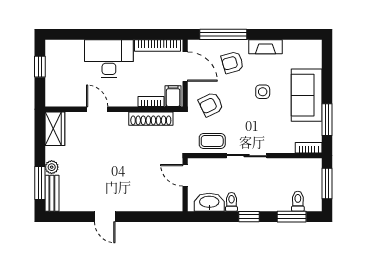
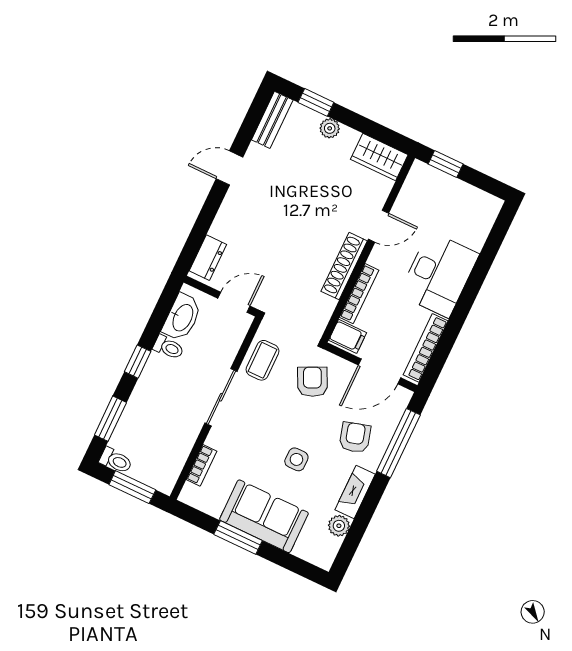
plant: (291, 47) -> (339, 526), added
window: (40, 67) -> (446, 164), moved
bookcase: (151, 101) -> (359, 294), width x1.56
shoe rack: (151, 119) -> (344, 266), moved
window: (327, 120) -> (238, 537), moved
bookcase: (309, 148) -> (202, 465), moved
window: (40, 183) -> (316, 102), width x0.67
bench: (52, 193) -> (272, 120), moved, turned 90
toilet: (298, 201) -> (116, 461), moved
dresser: (165, 204) -> (208, 258), added

